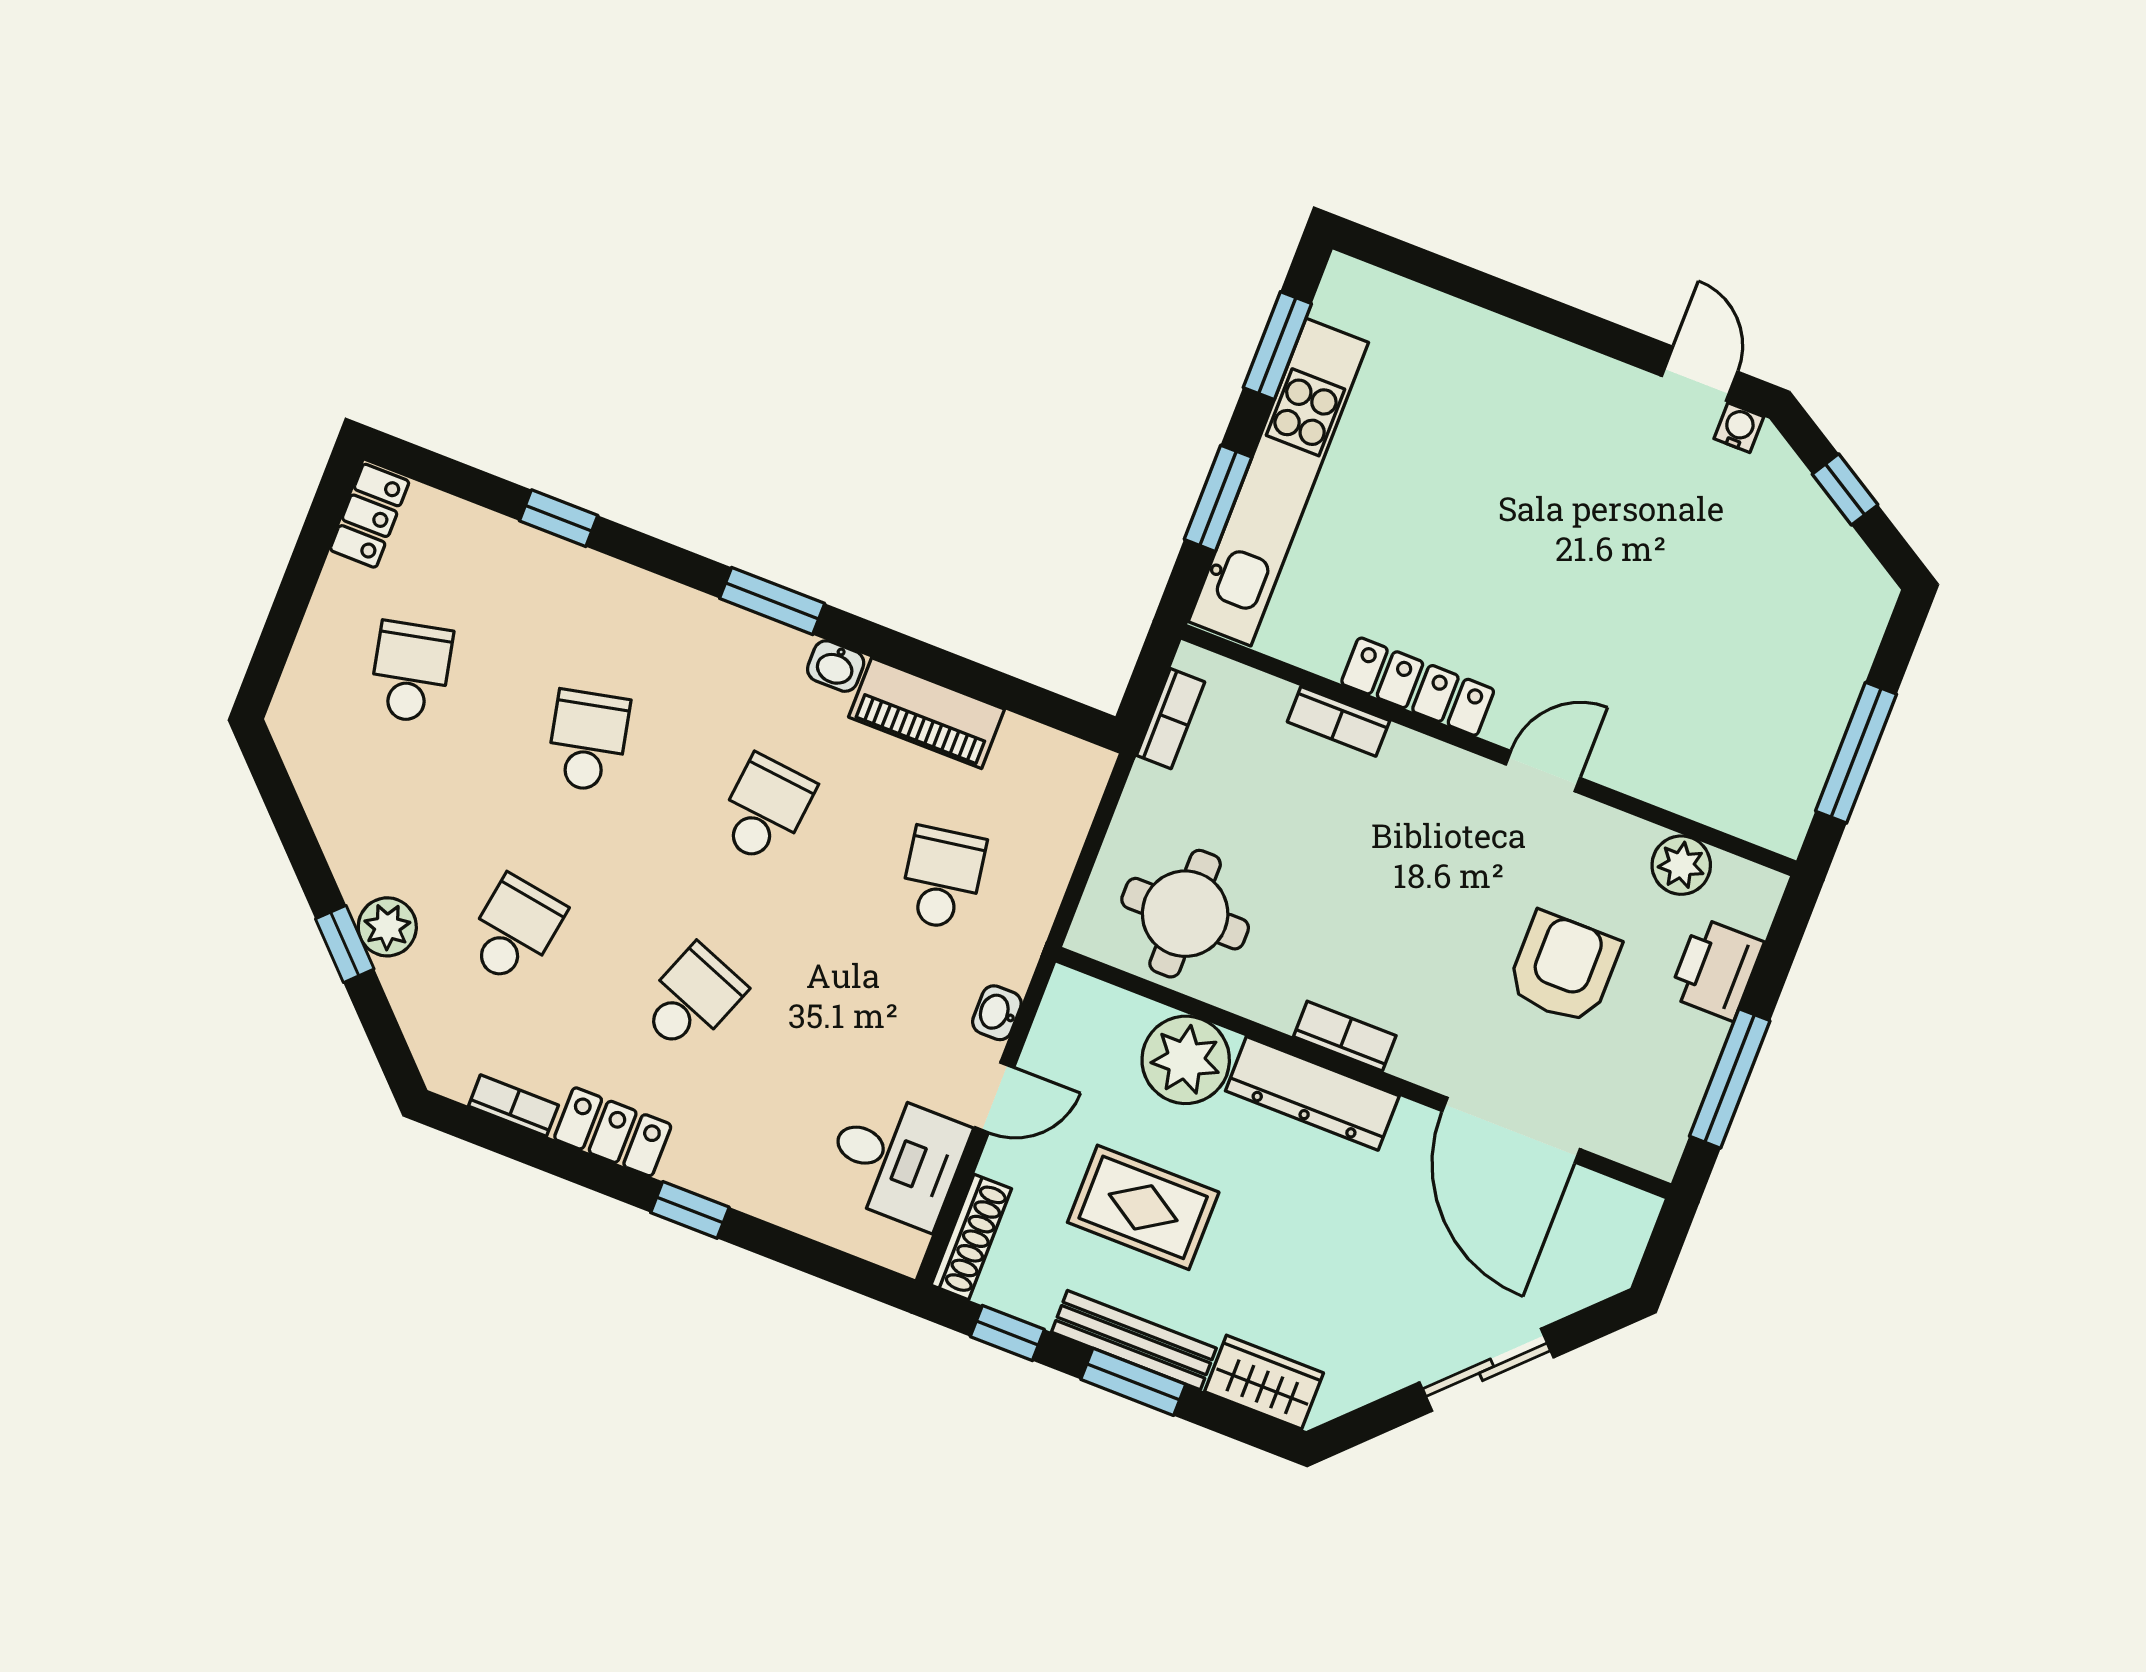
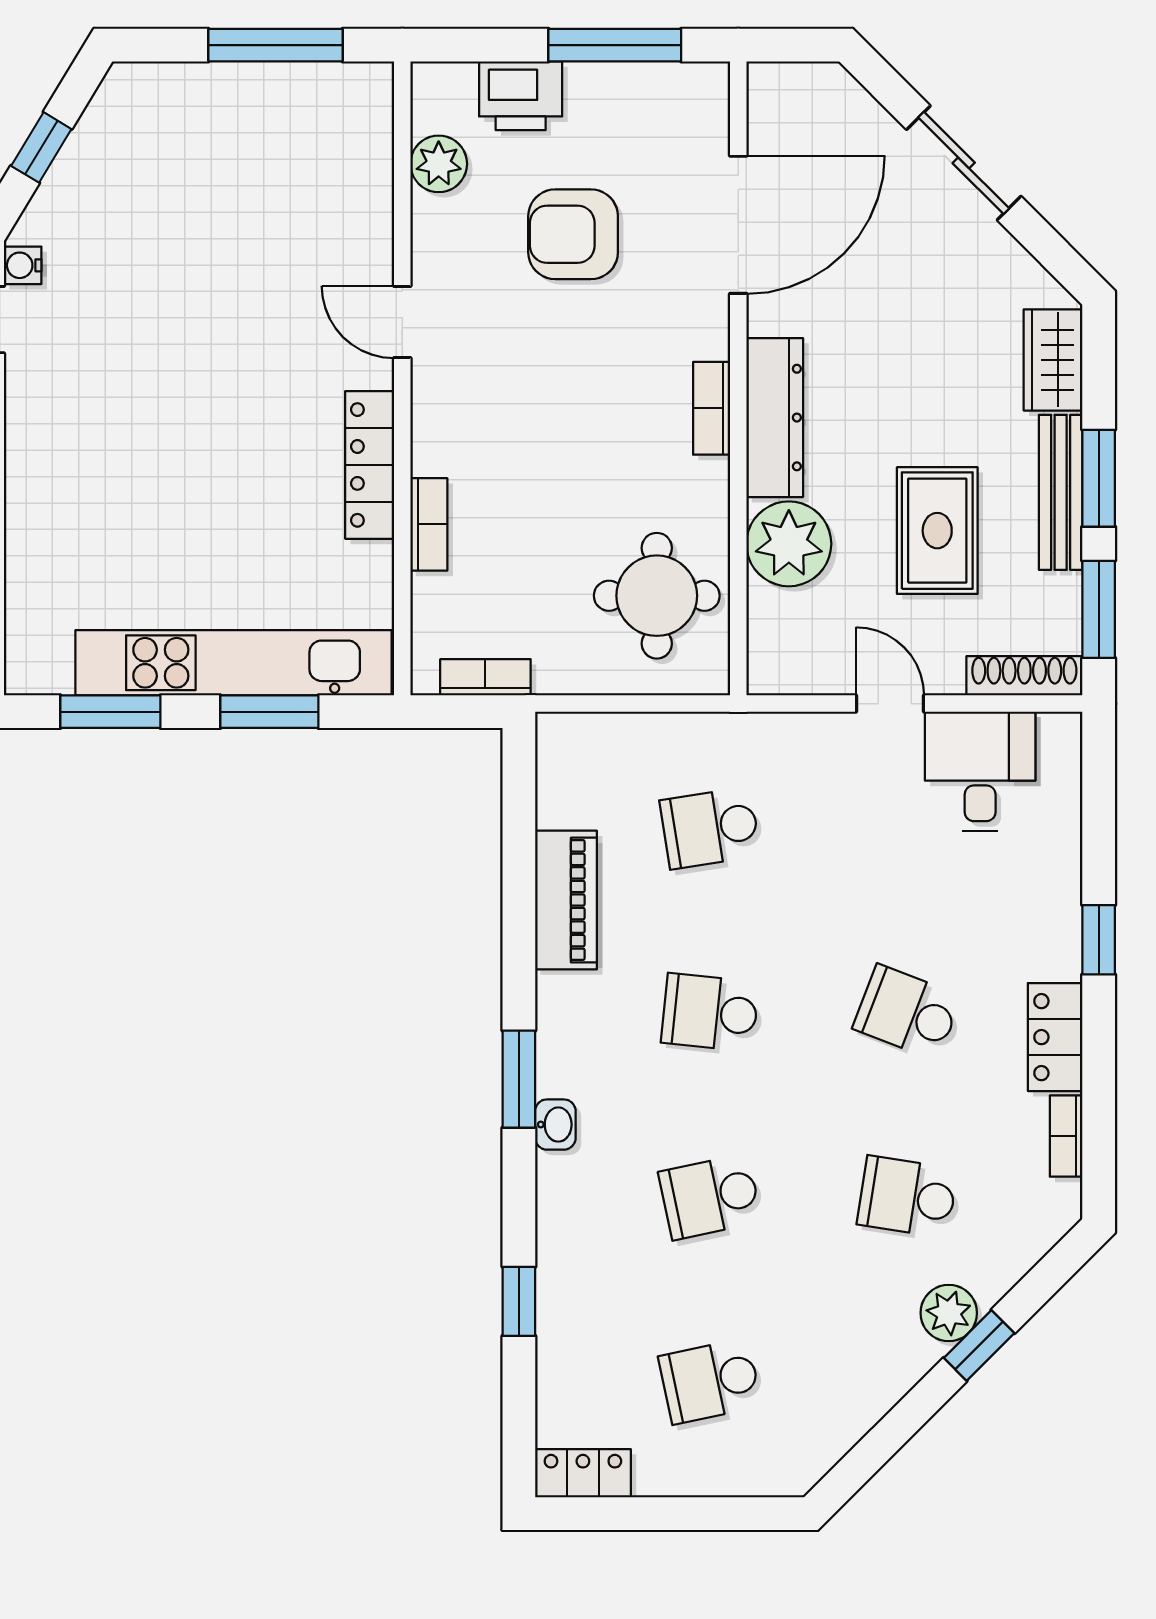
washbasin: (836, 666) -> (555, 1125), moved
washbasin: (997, 1013) -> (812, 731), removed
window: (1007, 1333) -> (1099, 609), width x1.50

